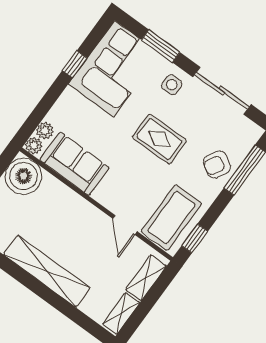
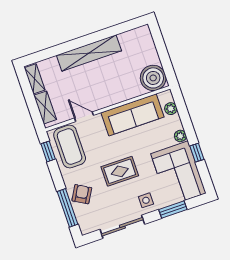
plant: (34, 146) -> (180, 136), moved
sofa: (74, 164) -> (132, 115), width x1.36

